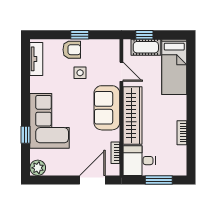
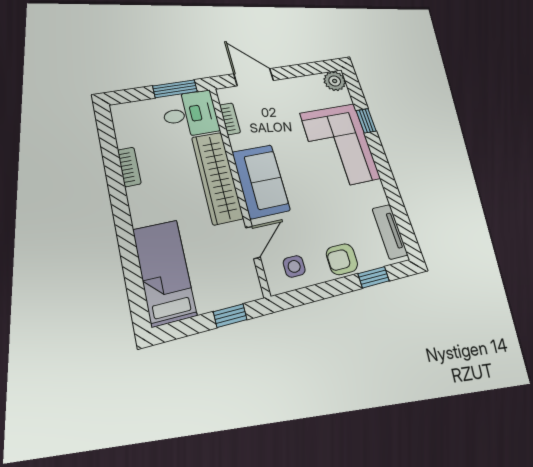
window: (80, 35) -> (374, 277), moved
cot: (146, 47) -> (222, 294), removed
door: (121, 72) -> (253, 242), swing flipped
side table: (80, 73) -> (294, 266), moved
door: (92, 180) -> (254, 77), swing flipped
window: (159, 180) -> (175, 89), moved

